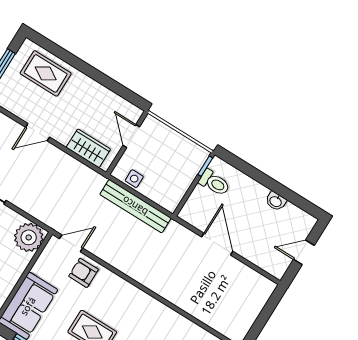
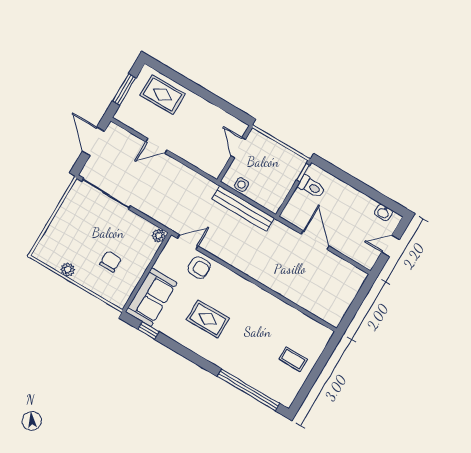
wardrobe: (88, 148) -> (201, 159), removed
washbasin: (276, 201) -> (383, 212), moved
plant: (29, 237) -> (159, 236), width x0.53, depth x0.53
armchair: (83, 273) -> (199, 268), turned 180

